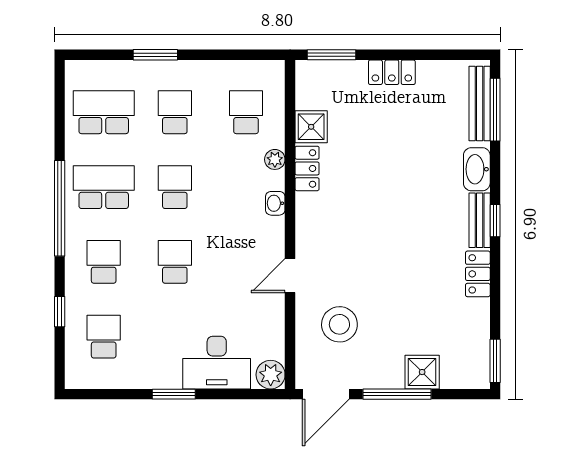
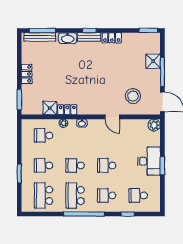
desk: (217, 363) -> (149, 161), moved

